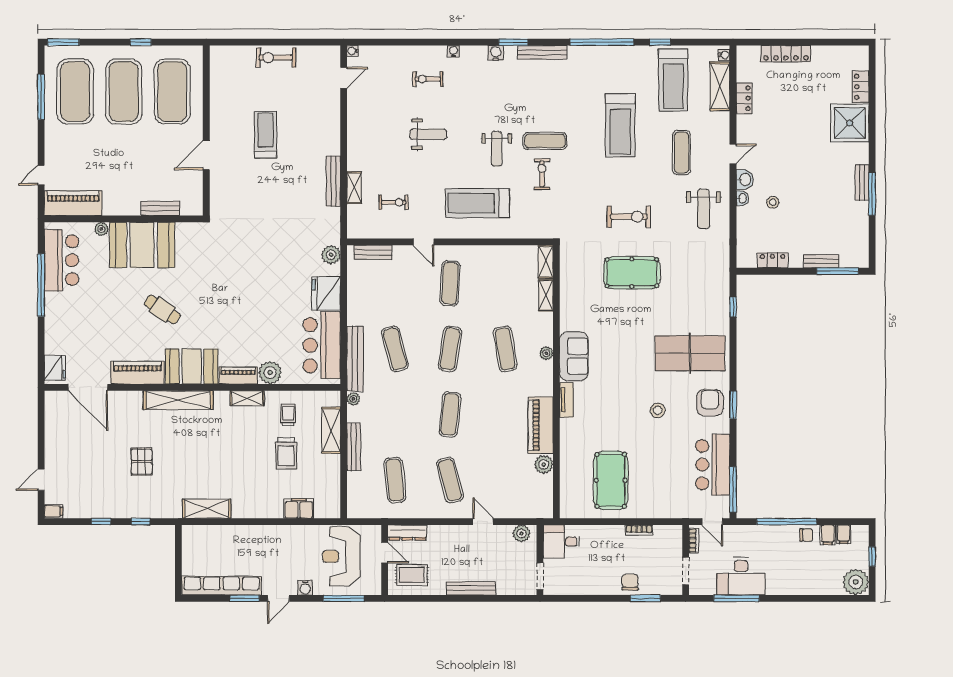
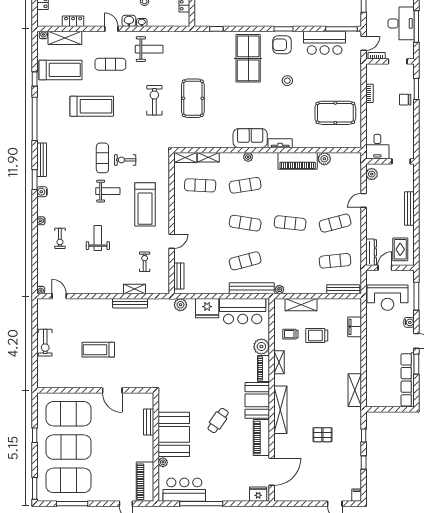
exercise mat: (450, 283) -> (200, 185), moved
bench: (354, 447) -> (343, 289), moved
trolley: (286, 453) -> (317, 336), turned 180

